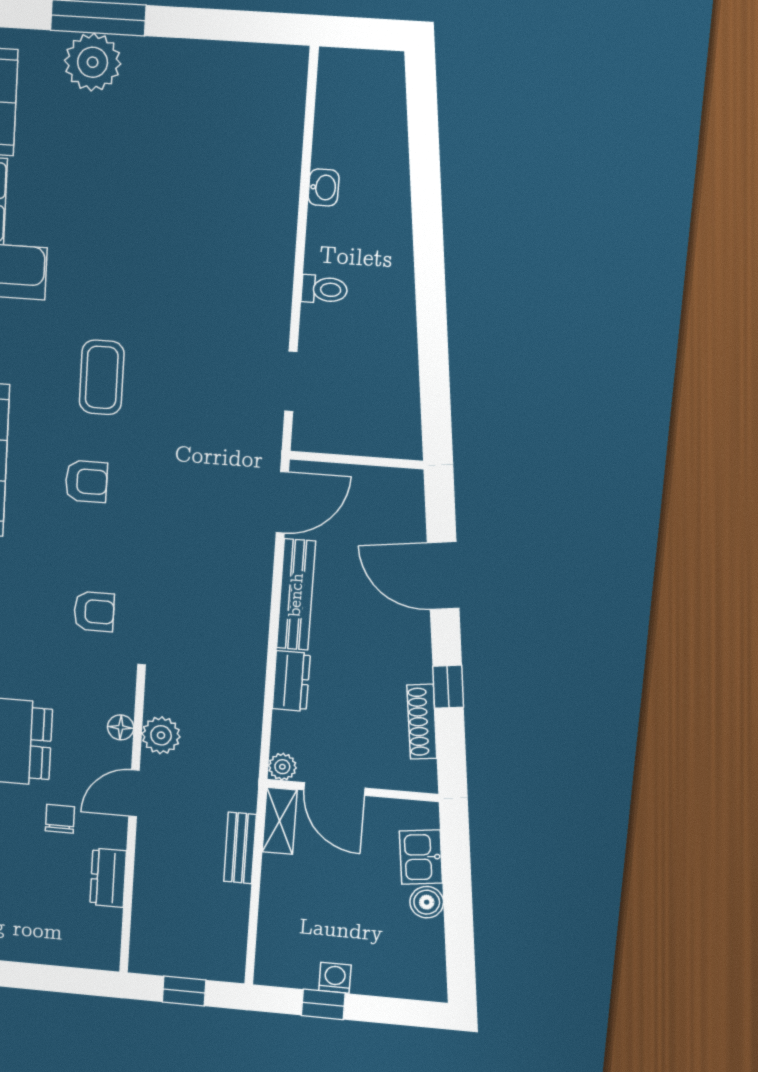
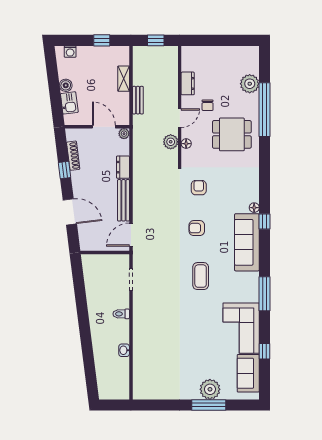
armchair: (86, 481) -> (197, 228), moved
armchair: (94, 611) -> (199, 188), turned 90
shelving: (280, 821) -> (124, 79), moved
washing machine: (335, 978) -> (70, 52), moved

